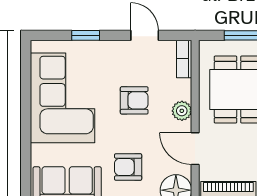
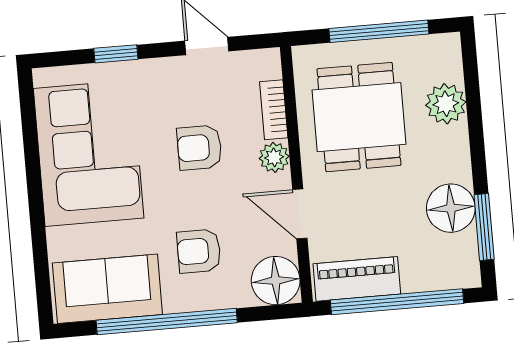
bookcase: (184, 59) -> (274, 110), moved
armchair: (134, 100) -> (199, 148), turned 180

